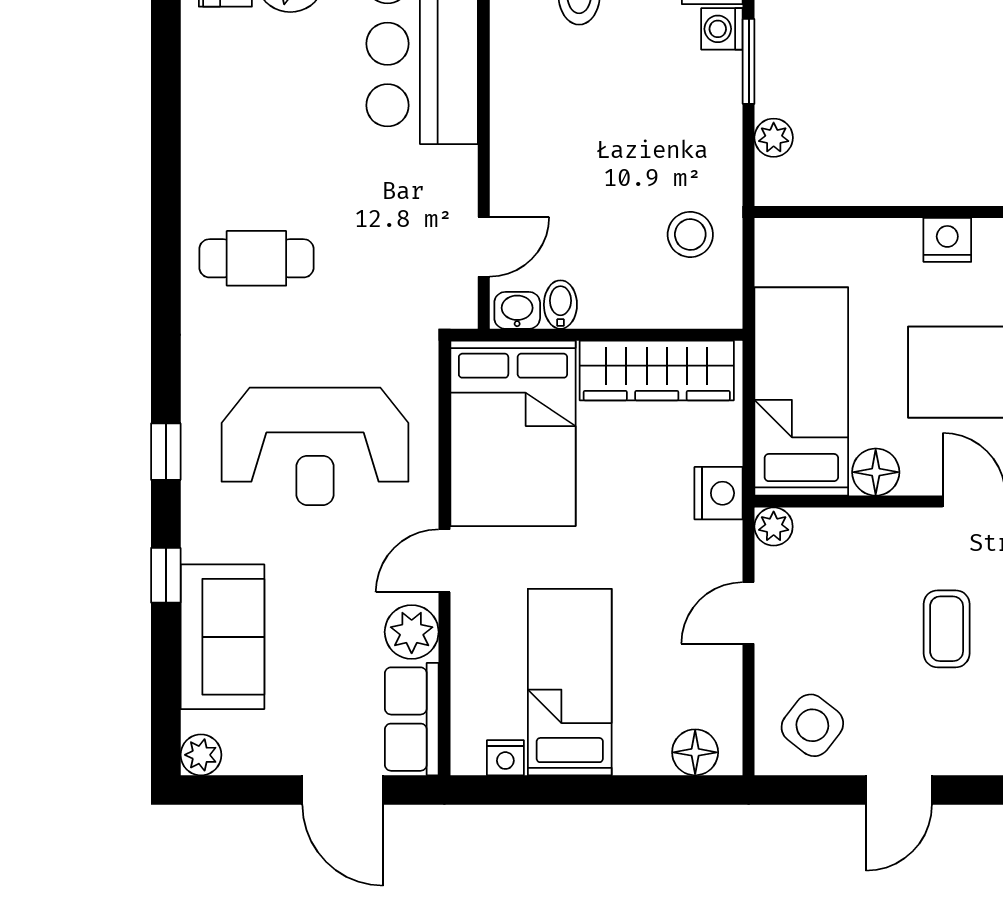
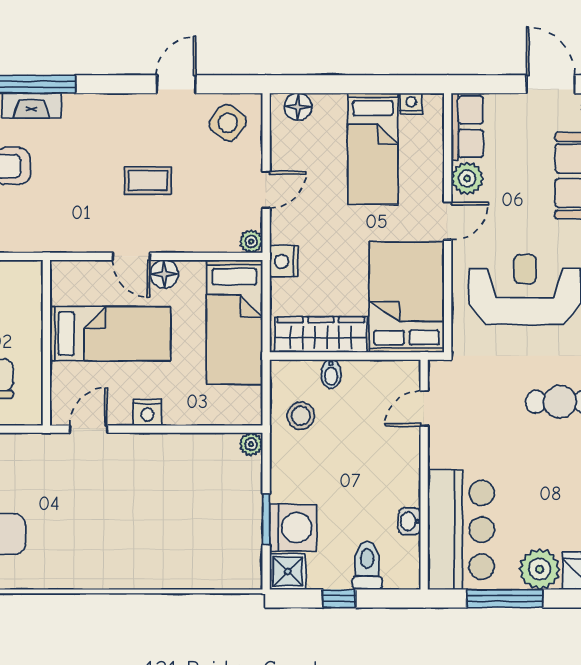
washing machine: (722, 29) -> (293, 528), width x1.89, depth x1.89
plant: (774, 138) -> (251, 444), moved
bidet: (560, 305) -> (331, 374), moved
washbasin: (517, 310) -> (410, 521), moved, turned 90
floor lamp: (876, 472) -> (164, 274), moved
coffee table: (947, 629) -> (148, 180), turned 90
door: (343, 790) -> (551, 84), moved

